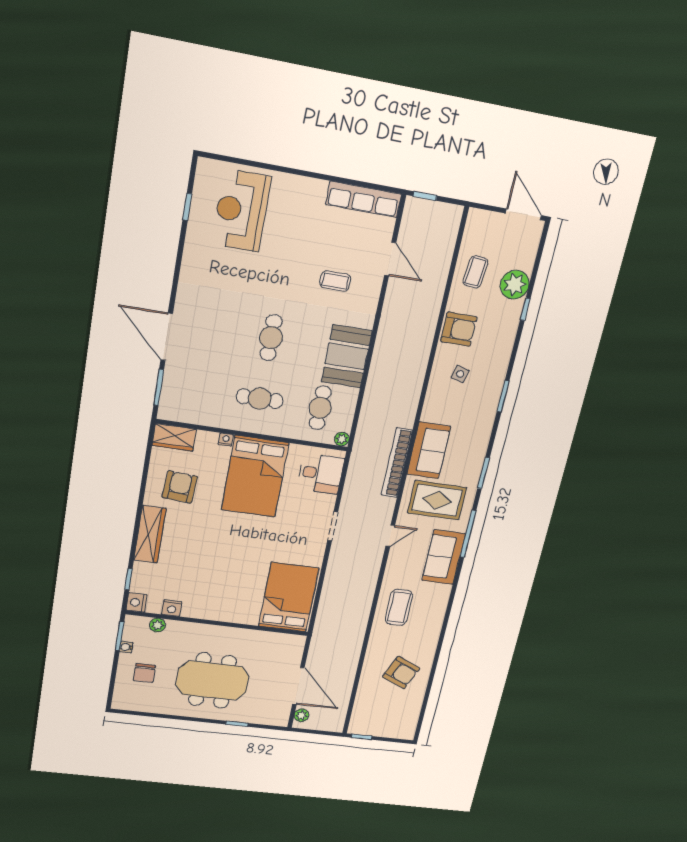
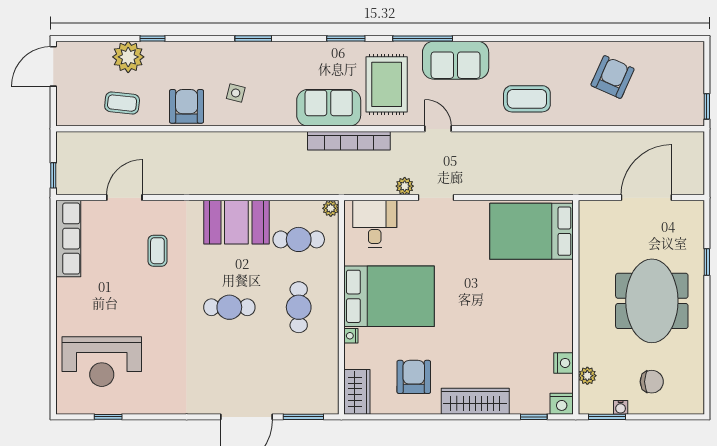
armchair: (180, 487) -> (414, 377), turned 86
plant: (302, 715) -> (405, 186), moved

